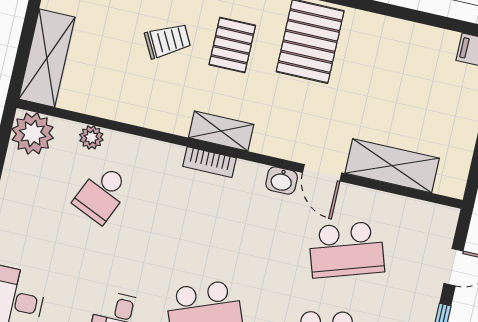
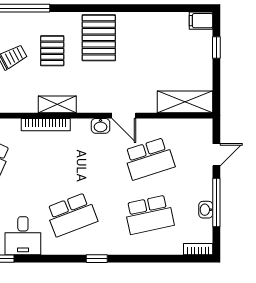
bookcase: (210, 162) -> (46, 125), width x1.56
shelving: (392, 166) -> (185, 102), moved

